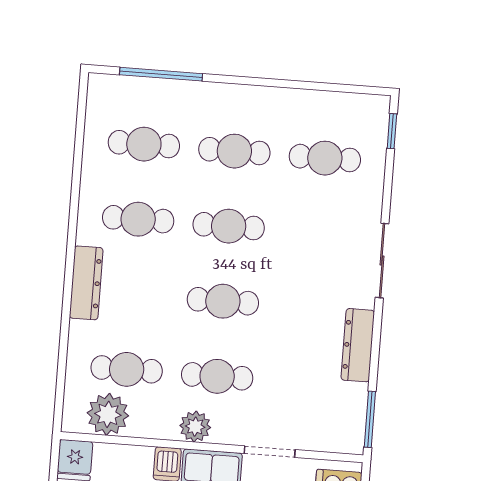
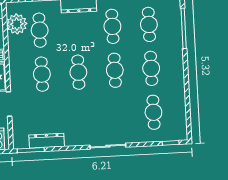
dresser: (358, 345) -> (47, 141), moved
plant: (195, 427) -> (16, 67), removed

